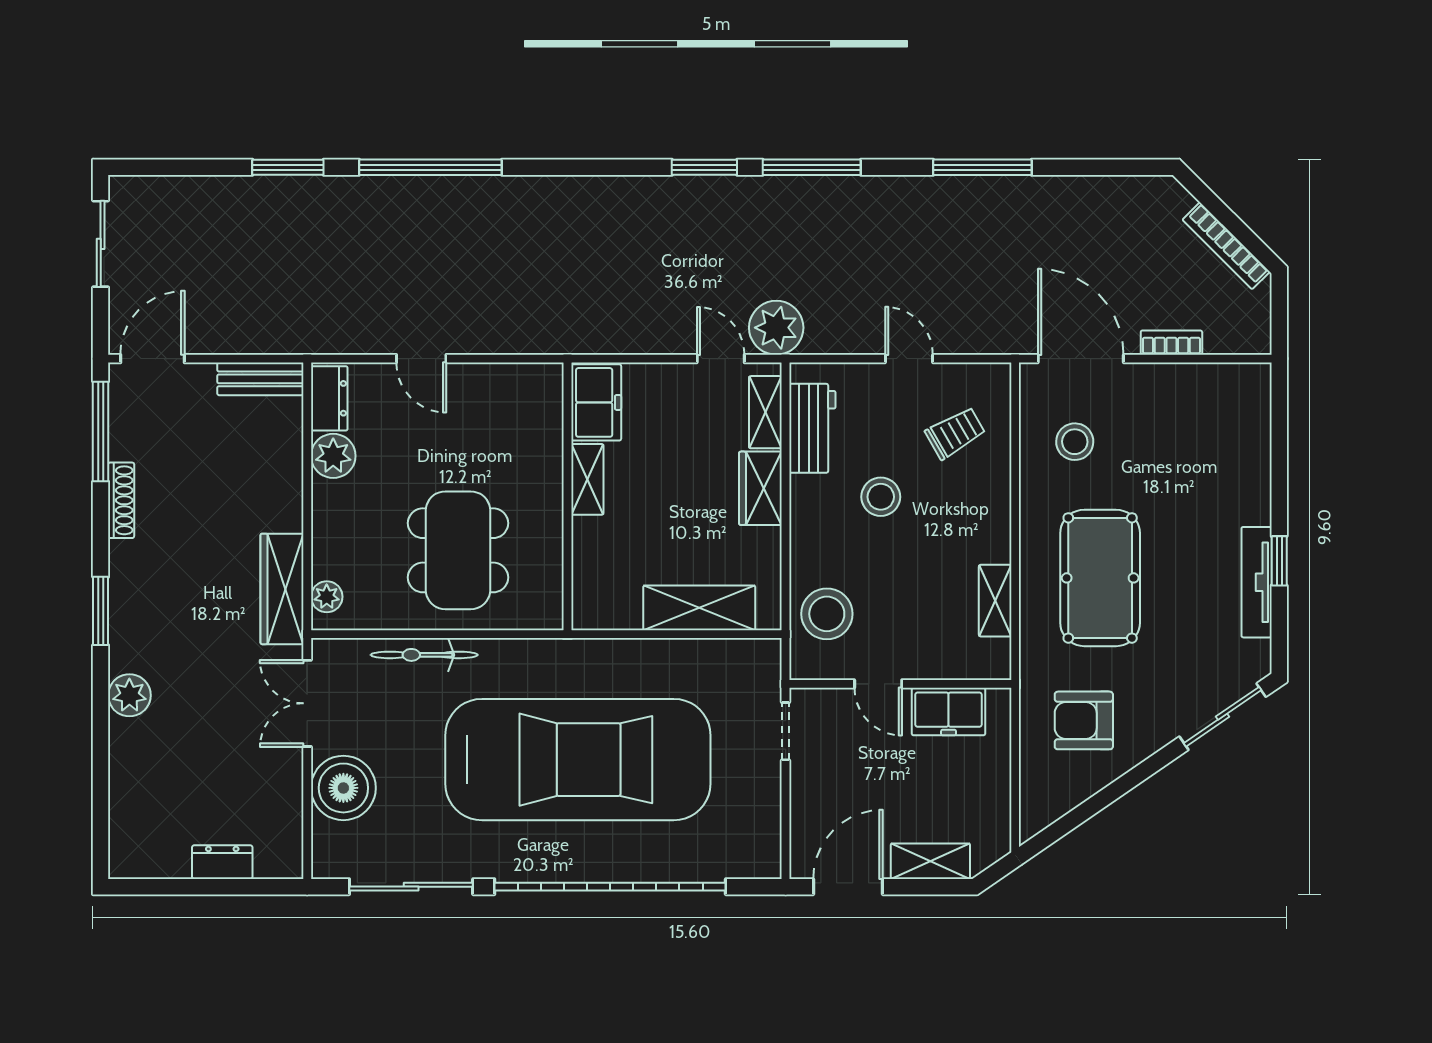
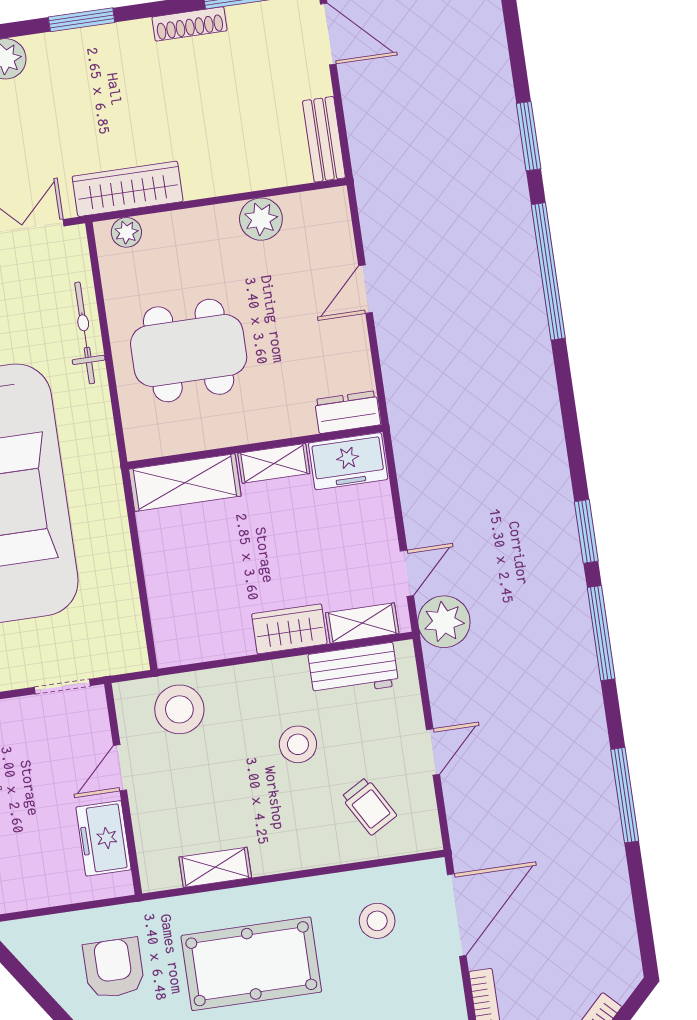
dresser: (329, 398) -> (348, 412), moved, turned 180
shelving: (699, 608) -> (185, 483), moved, turned 90

